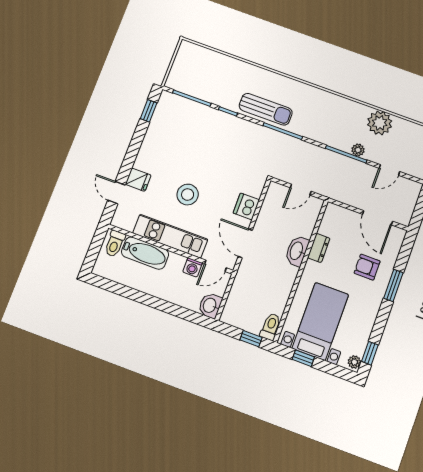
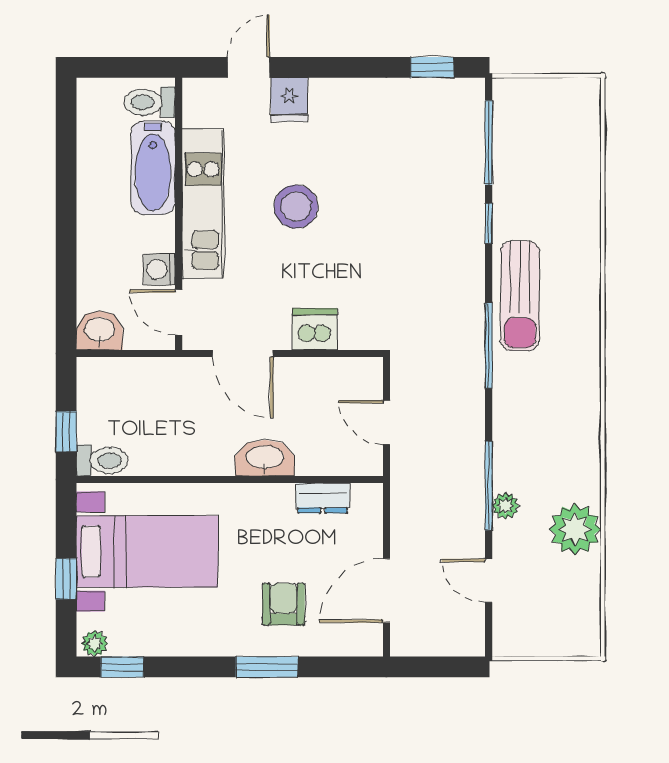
door: (245, 243) -> (243, 354), swing flipped
dresser: (319, 248) -> (323, 498), moved
window: (303, 358) -> (66, 579), moved

